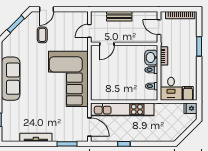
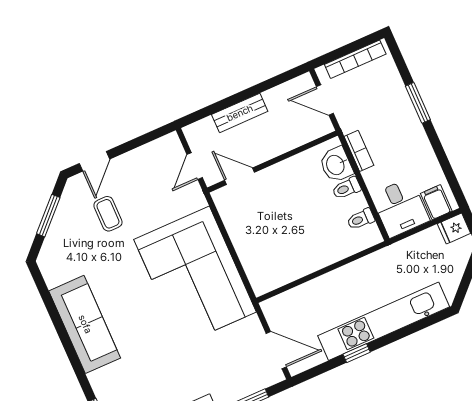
door: (107, 44) -> (239, 176), swing flipped
kitchen unit: (122, 109) -> (384, 321), moved, turned 180

